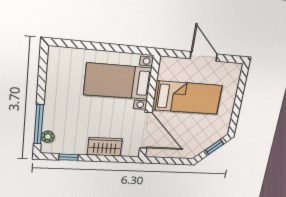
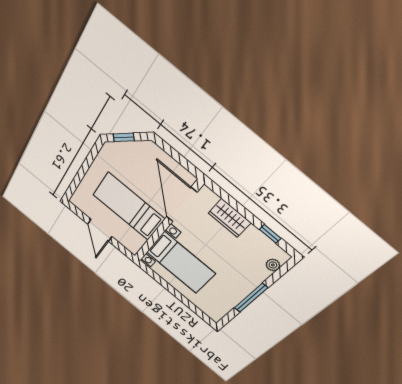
window: (39, 124) -> (251, 298), moved

